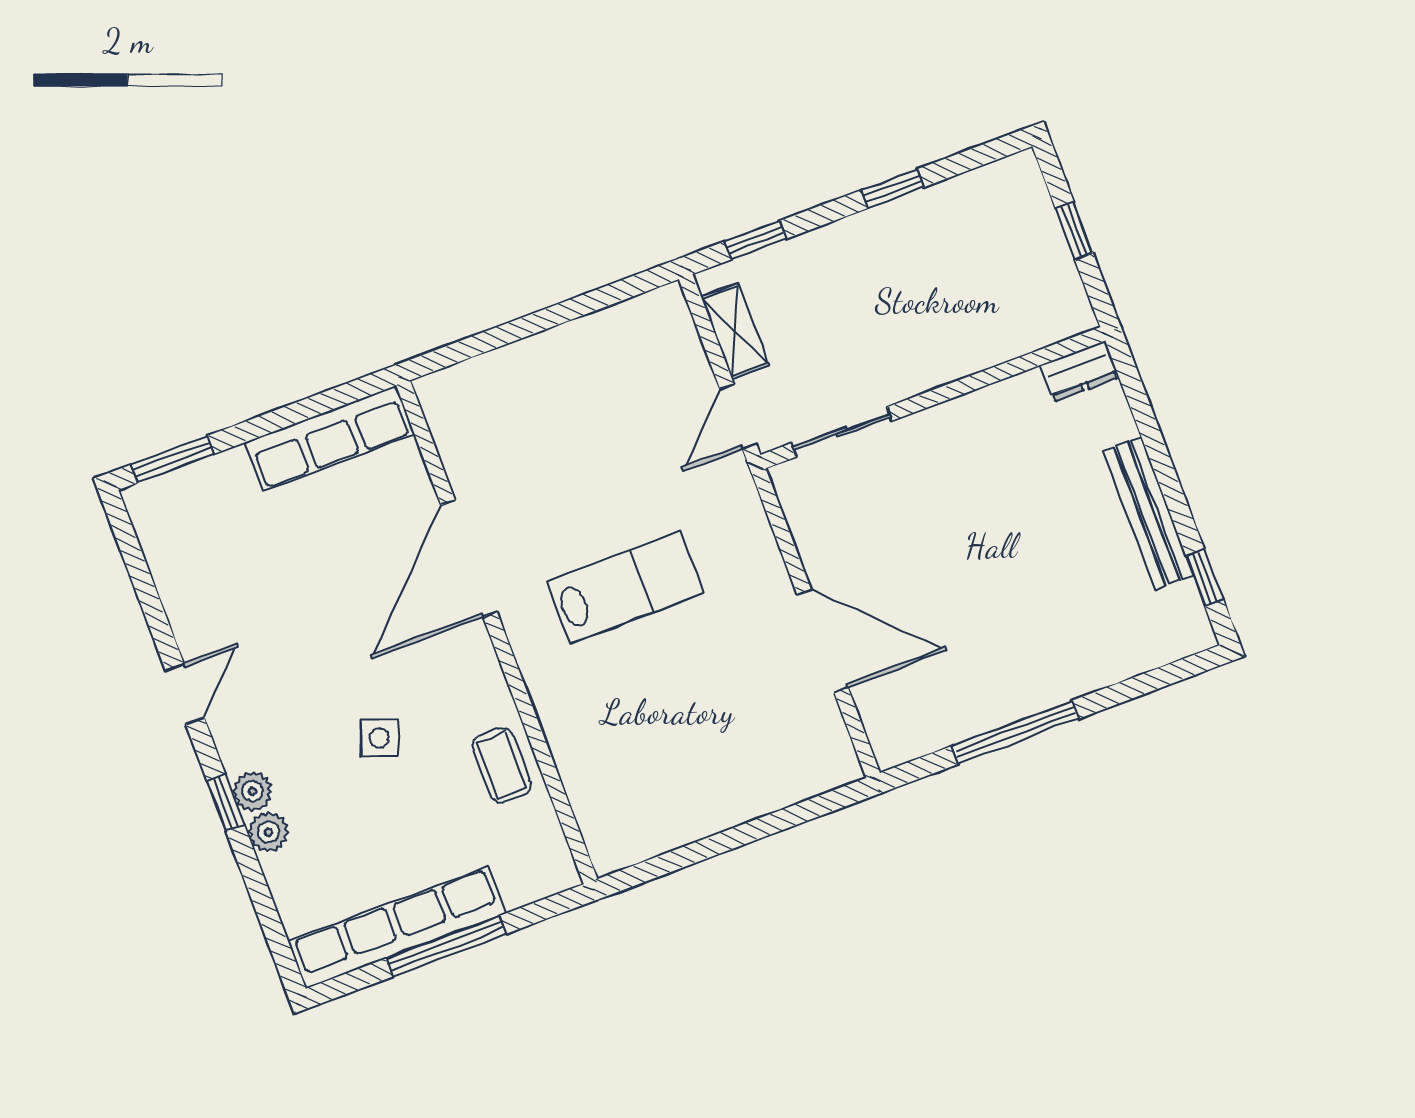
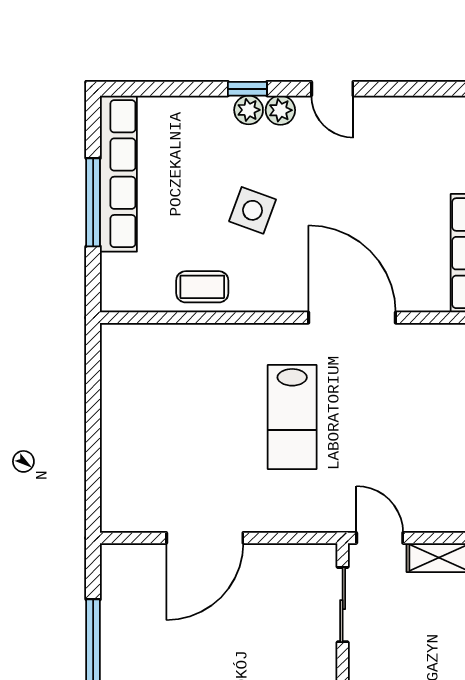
side table: (379, 738) -> (252, 210), width x1.37, depth x1.37
plant: (268, 832) -> (280, 110), moved

